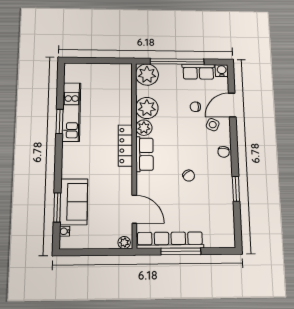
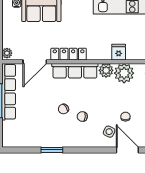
fridge: (123, 114) -> (119, 52), added
locker: (125, 145) -> (69, 54), moved
chair: (224, 152) -> (82, 117), moved
row of seats: (144, 154) -> (75, 71), width x1.48

